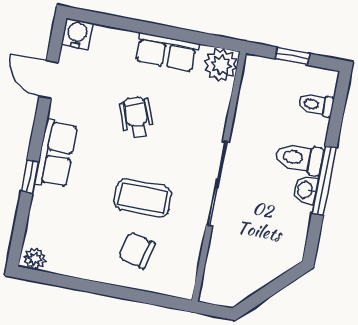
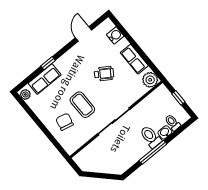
water cooler: (77, 34) -> (115, 35), moved
wheelchair: (137, 117) -> (104, 74), turned 54
row of seats: (56, 154) -> (45, 79), moved
washbasin: (306, 190) -> (165, 132), moved

